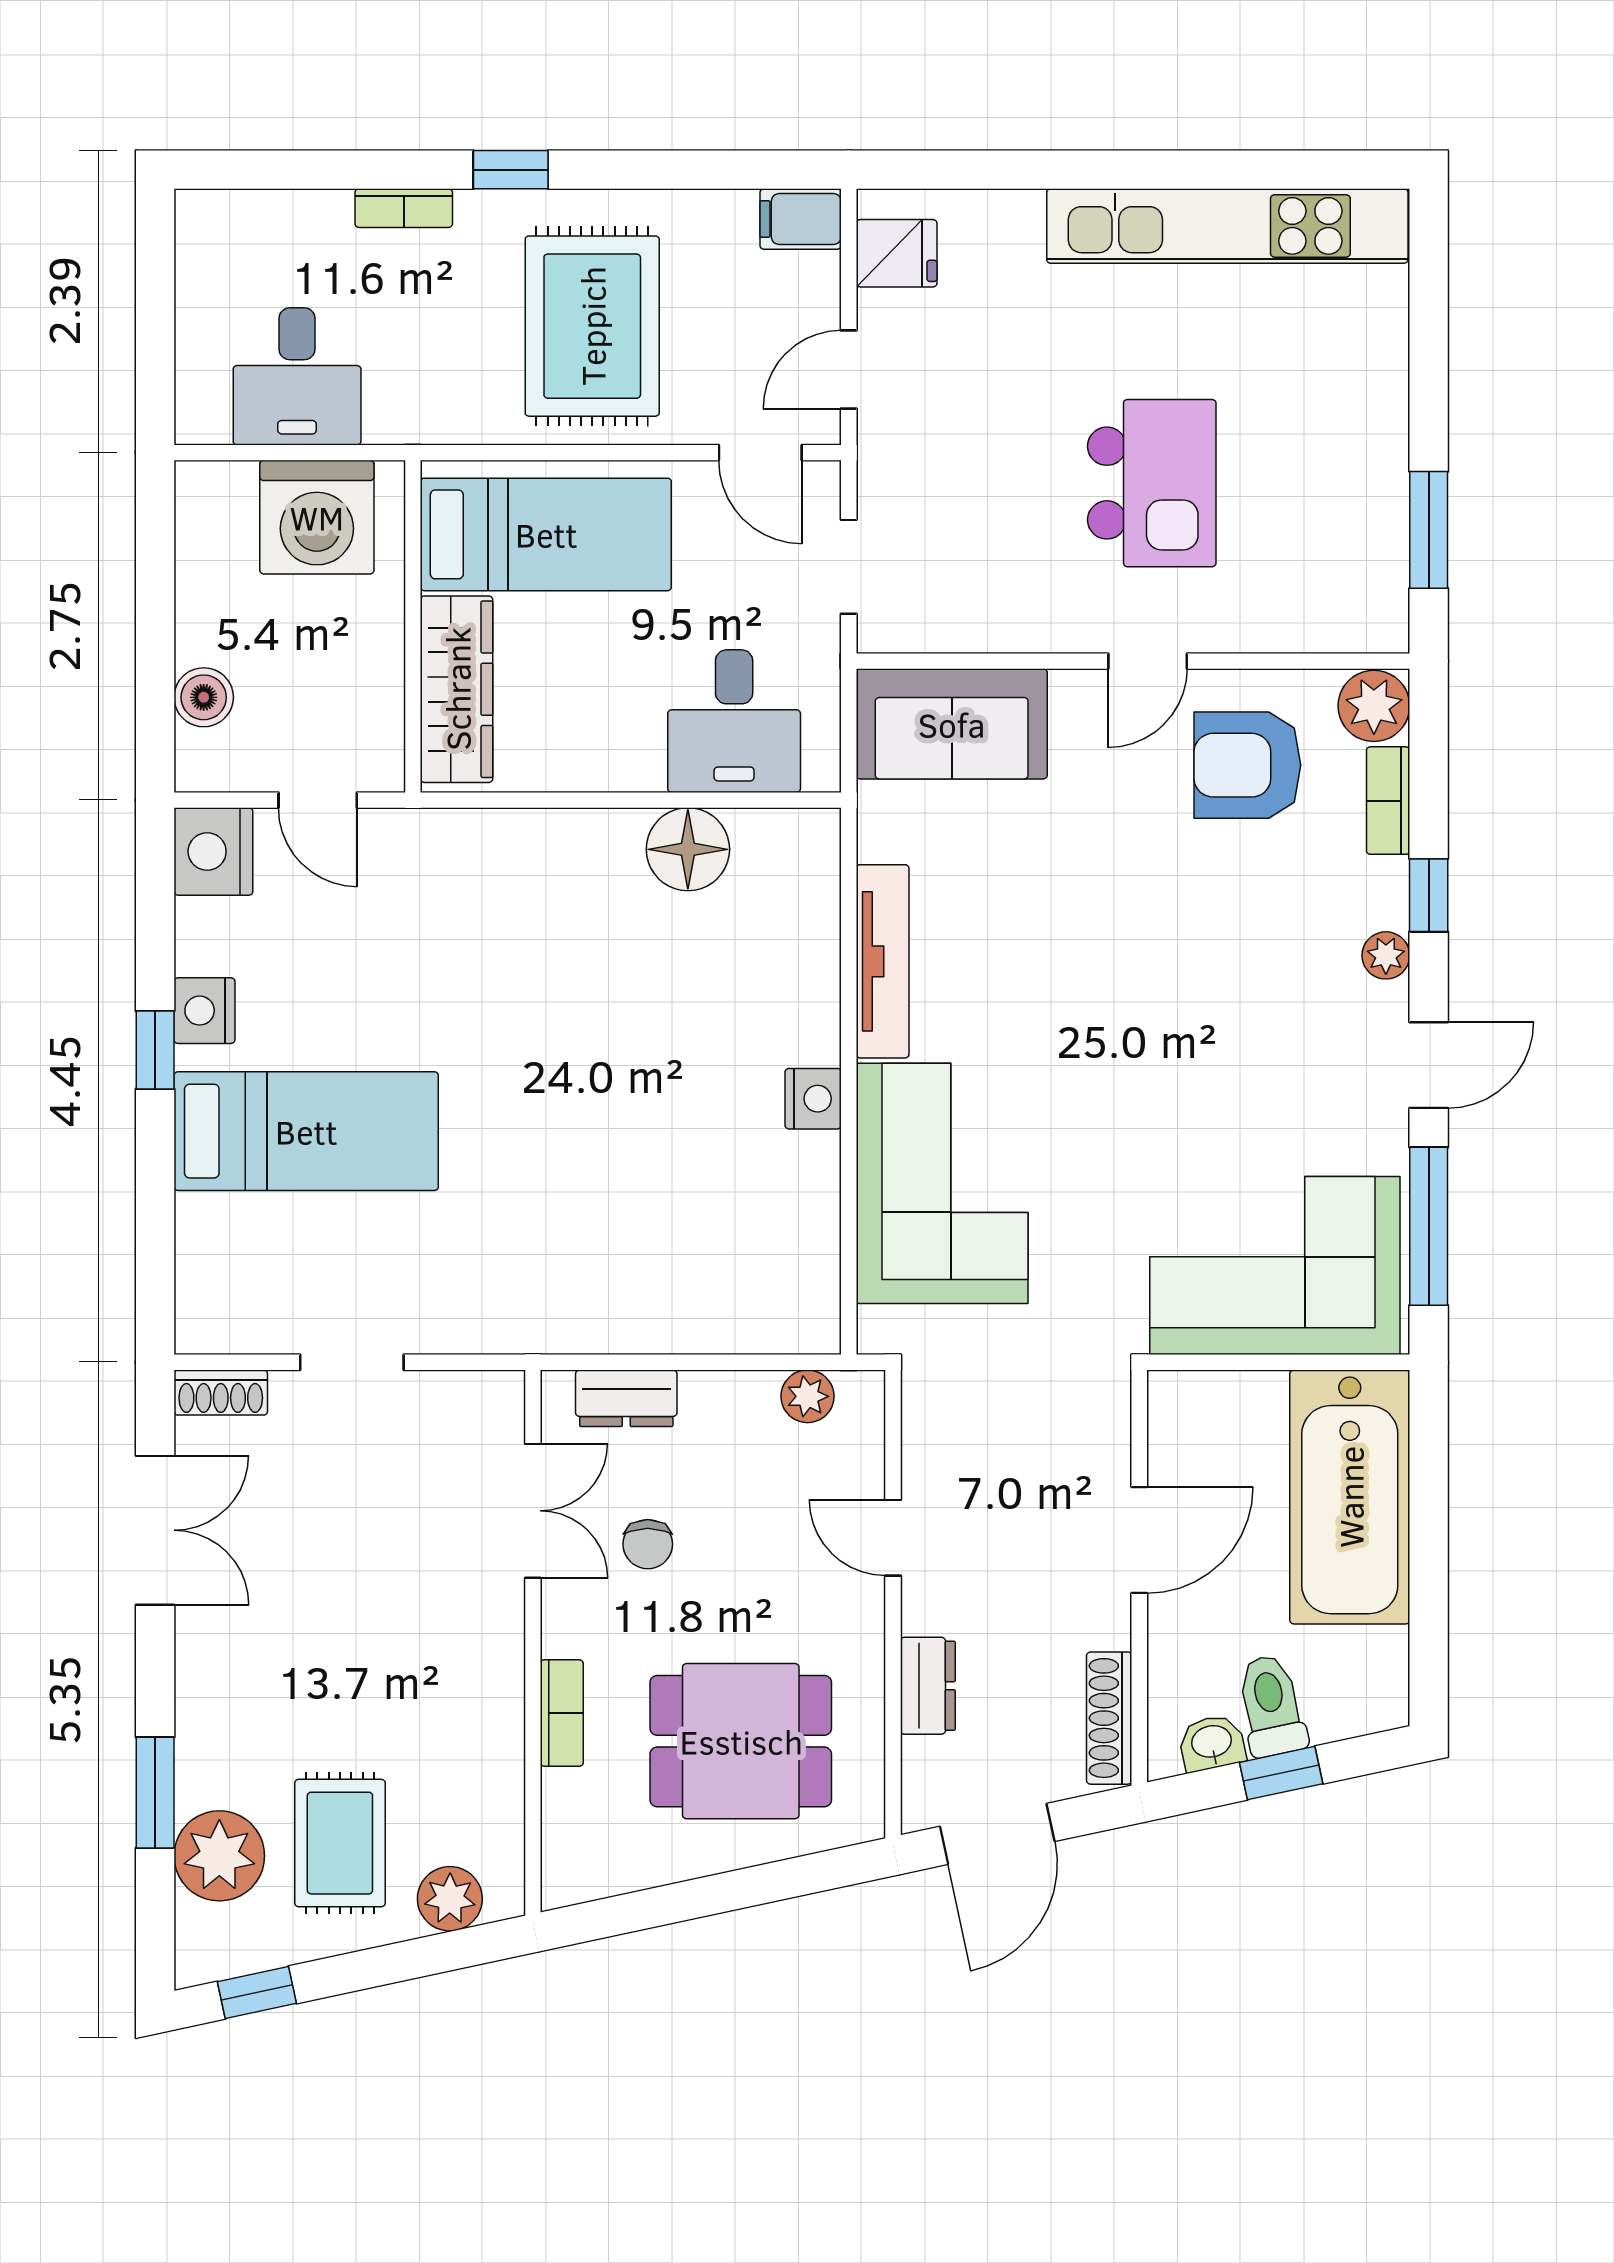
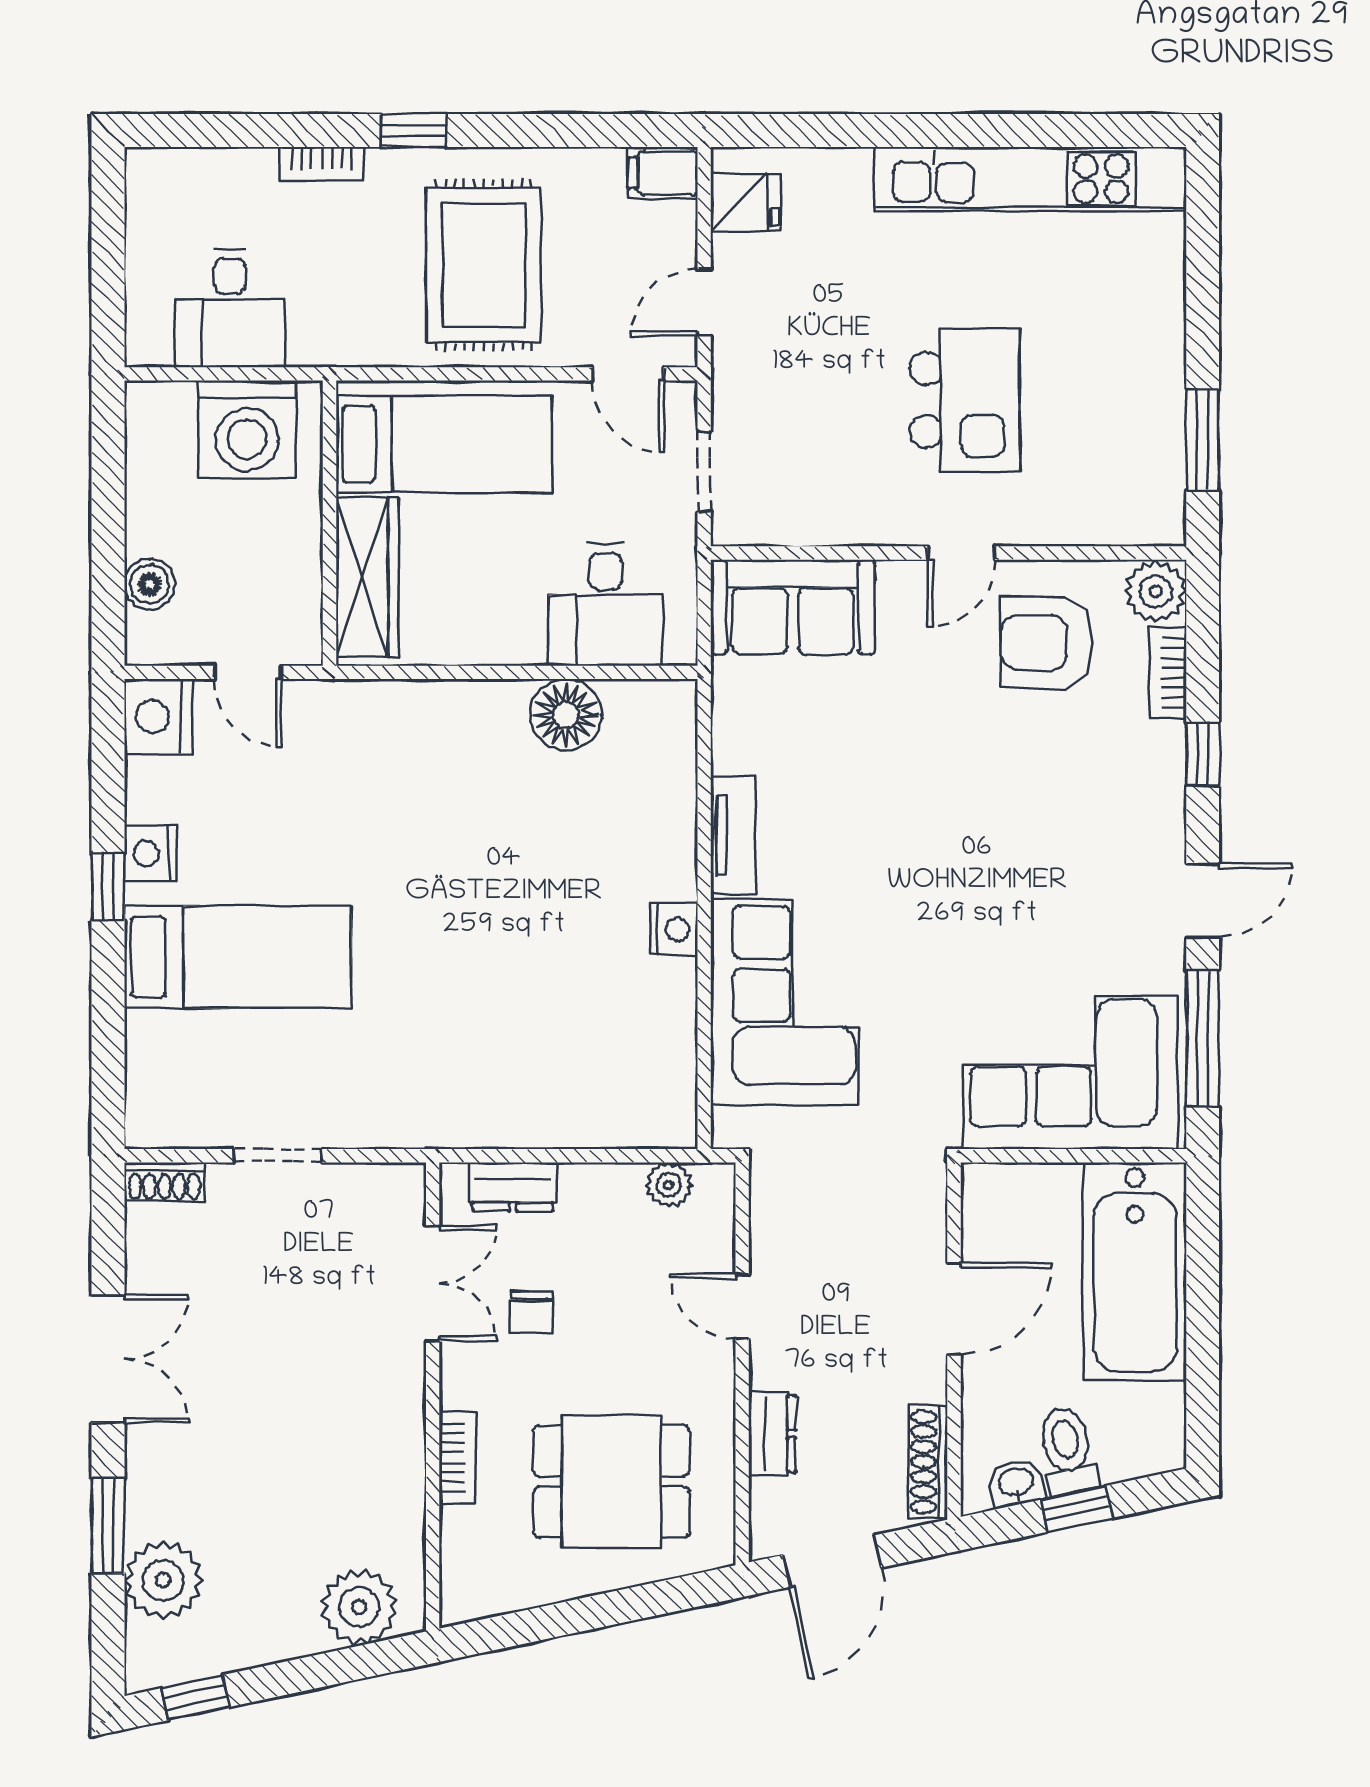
plant: (1386, 955) -> (1166, 806), removed
tv unit: (883, 961) -> (733, 835), width x0.71
double door: (155, 1530) -> (108, 1359), moved
rug: (340, 1843) -> (267, 1569), removed
plant: (450, 1899) -> (359, 1607), width x1.36, depth x1.36

